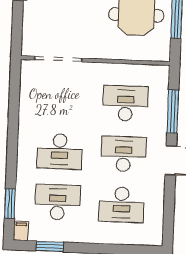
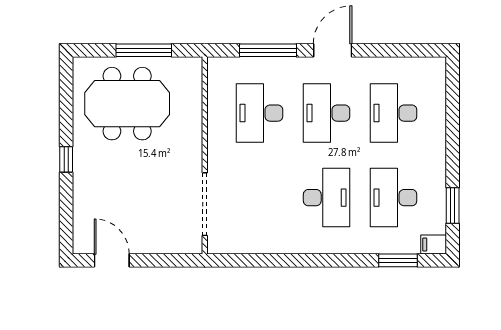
desk: (122, 205) -> (394, 113), turned 180

